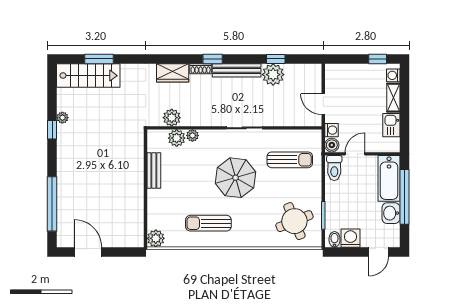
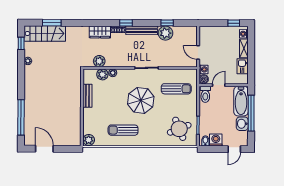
window: (52, 130) -> (21, 43), moved

